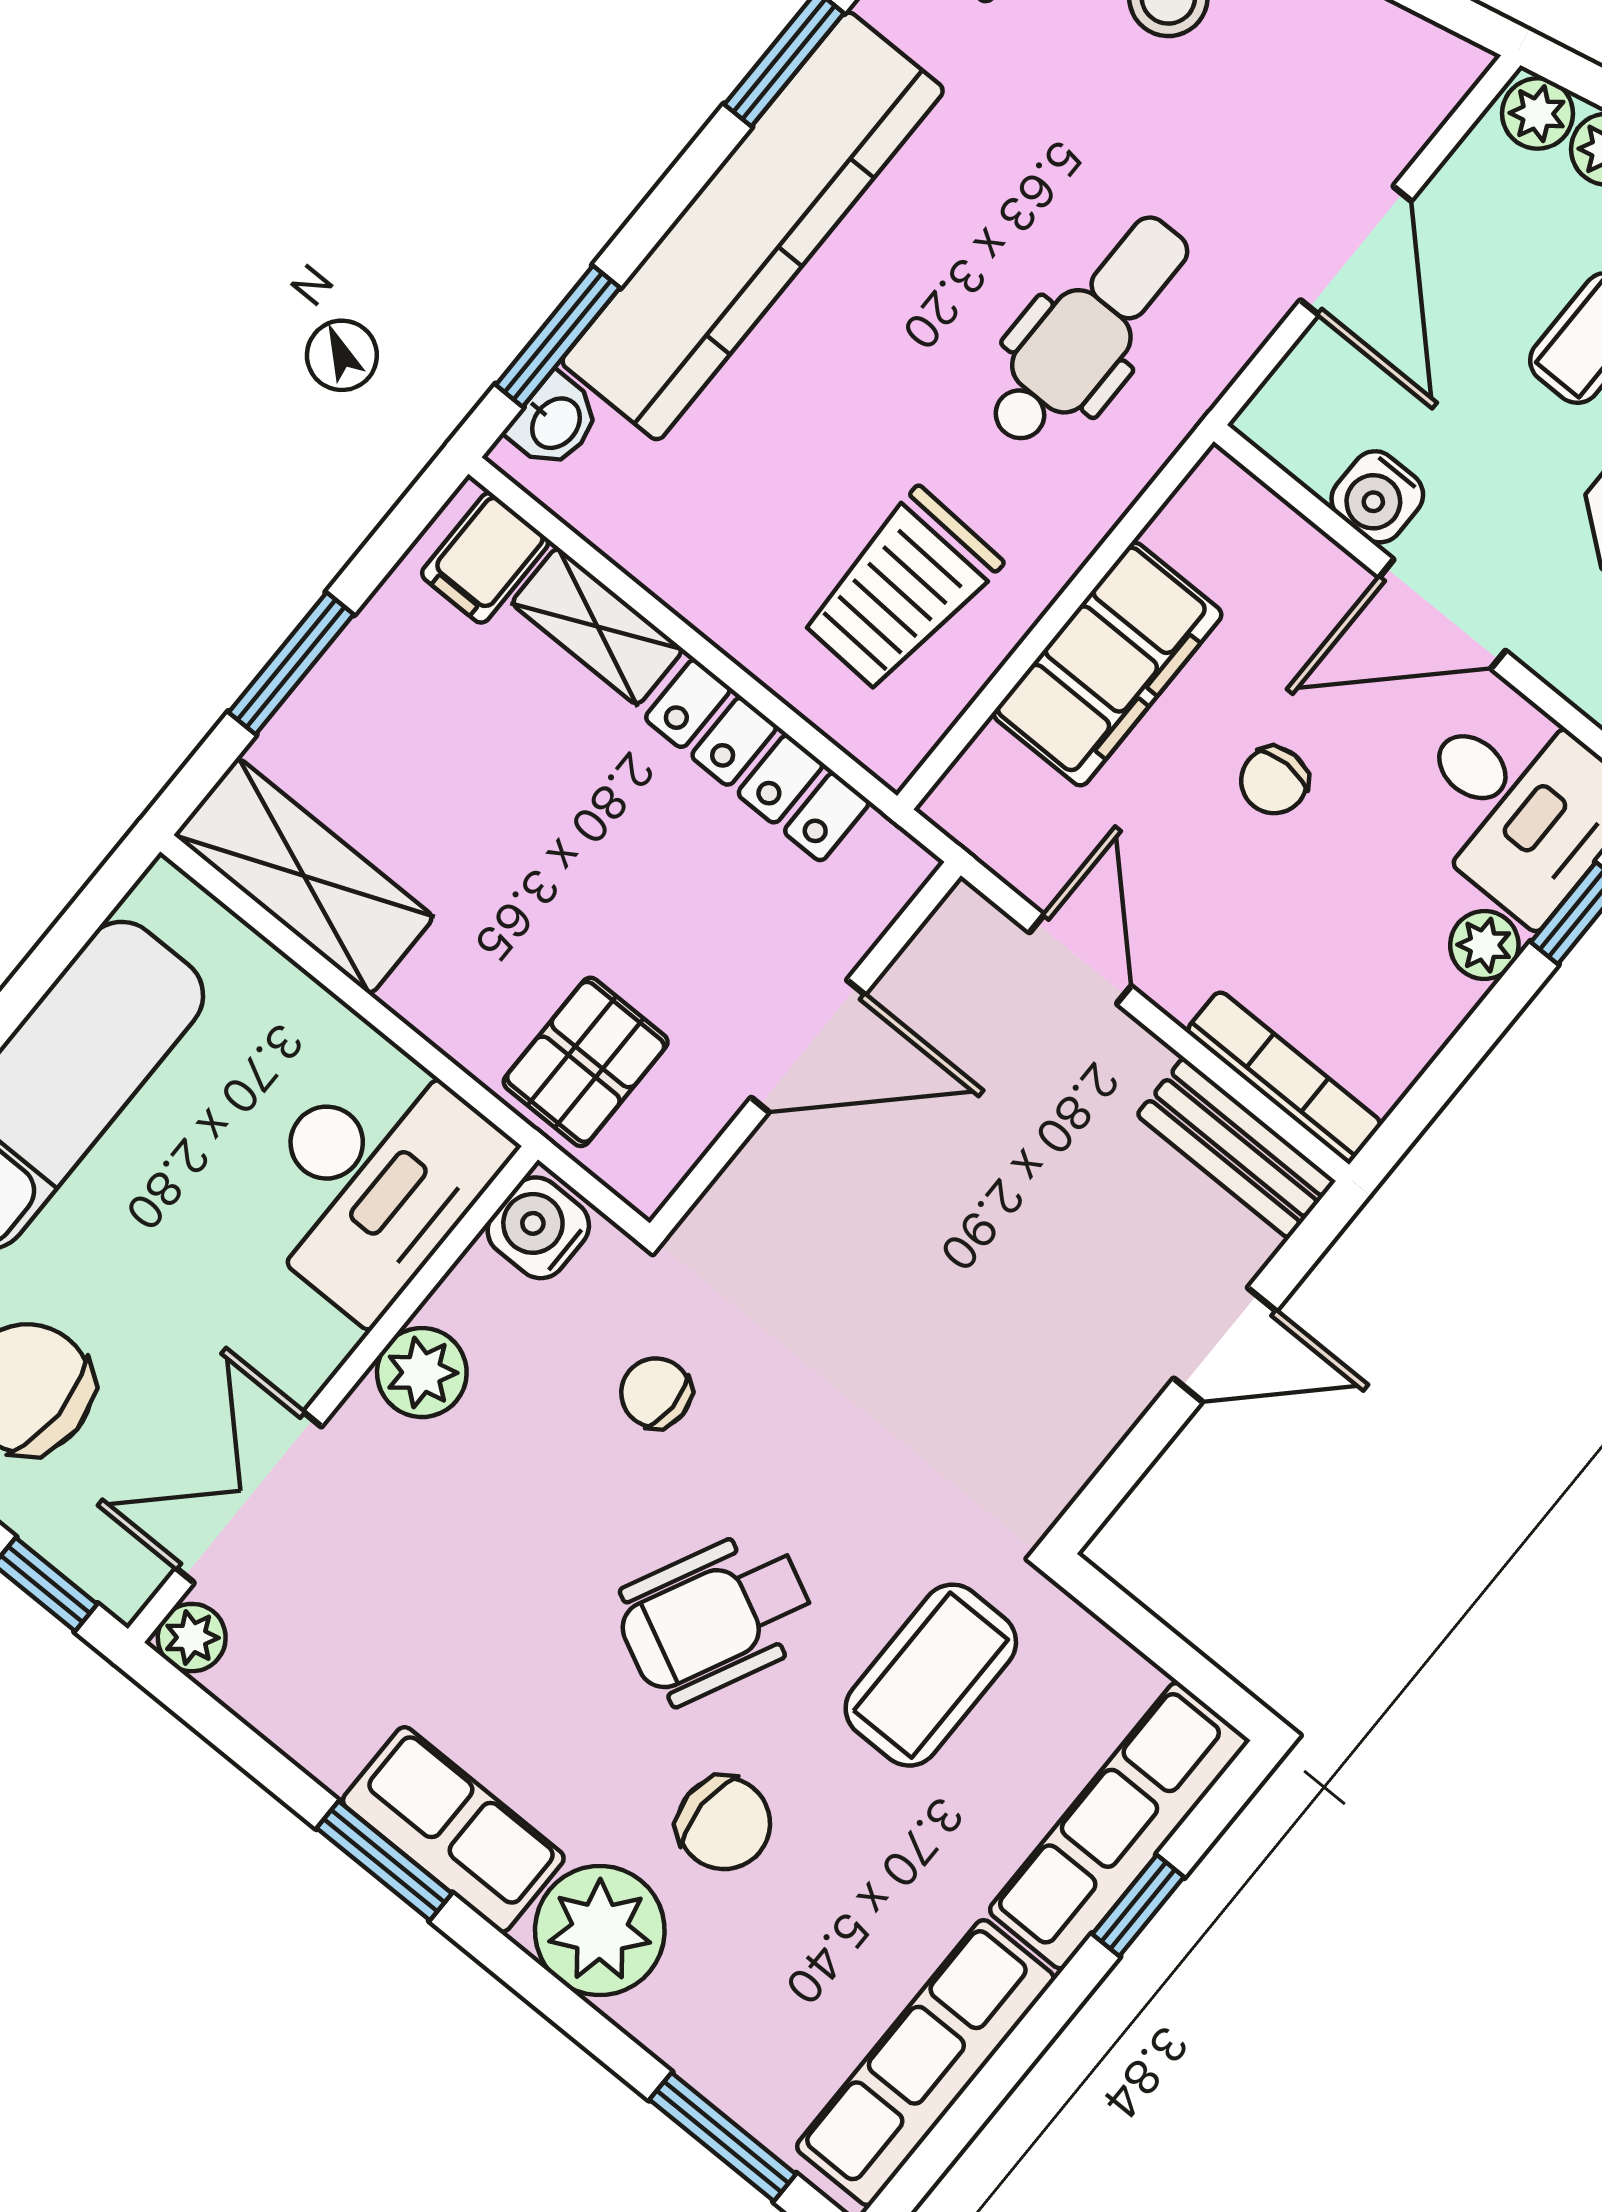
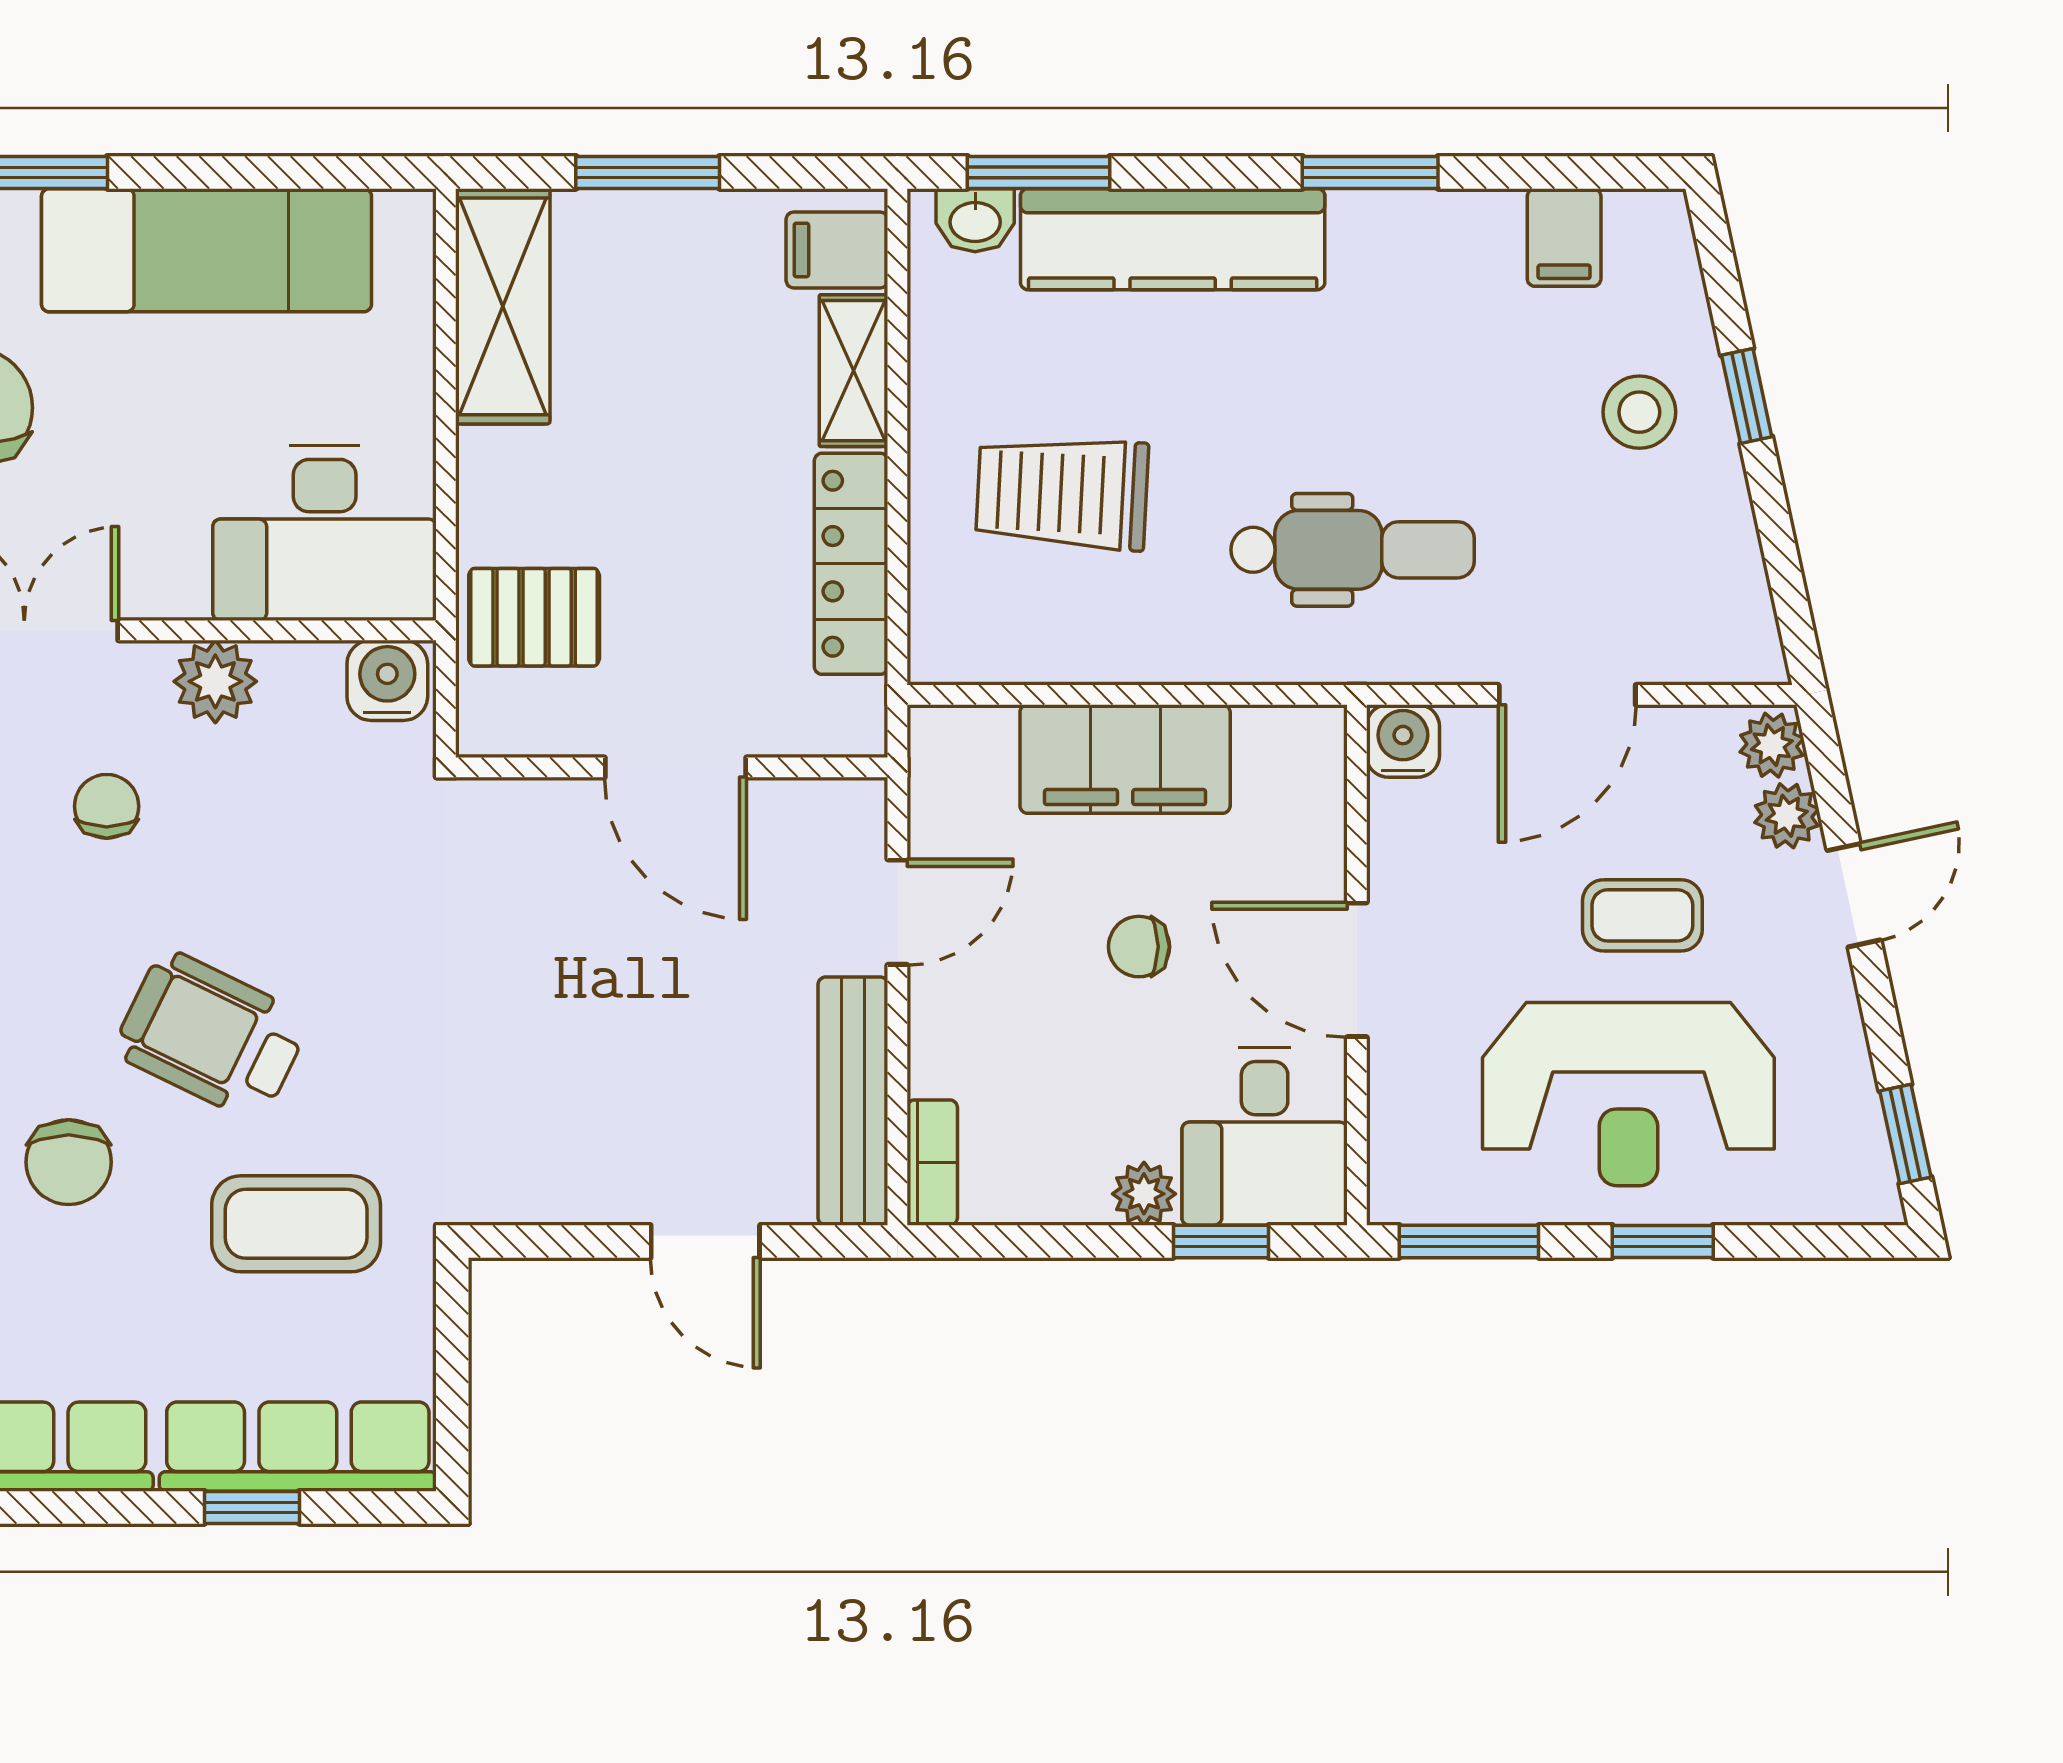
kitchen counter: (753, 226) -> (1173, 239), width x0.72, depth x0.86
water cooler: (1377, 497) -> (1403, 741), moved, turned 90
trolley: (901, 590) -> (1062, 493), moved
bookcase: (1284, 1077) -> (932, 1163), width x0.64
bench: (1236, 1148) -> (853, 1101), width x1.36
chair: (656, 1393) -> (107, 806), moved

